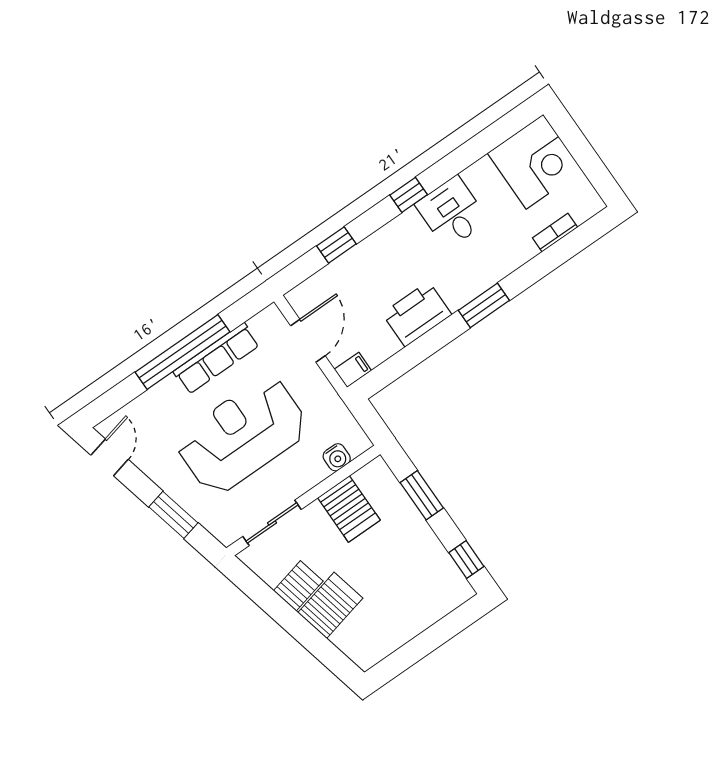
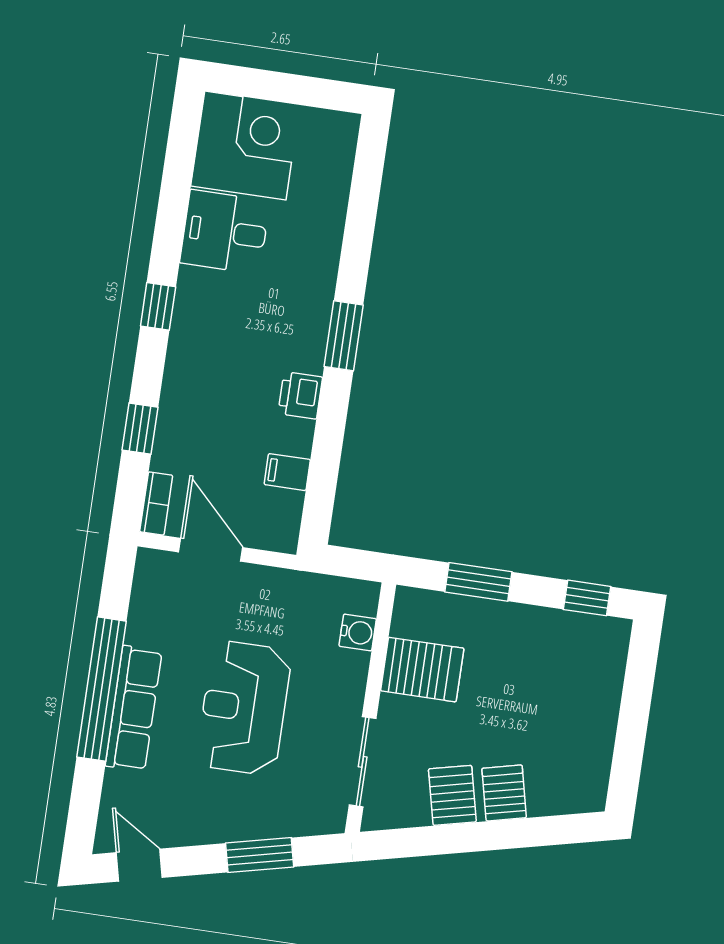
desk: (452, 213) -> (225, 232), moved
bookcase: (555, 233) -> (156, 504), moved, turned 180
printer: (417, 314) -> (300, 395), width x0.53, depth x0.68
row of seats: (216, 358) -> (134, 708), moved
filing cabinet: (353, 370) -> (287, 472), moved, turned -90
reception desk: (242, 435) -> (244, 708), width x0.74, depth x0.77
server rack: (330, 605) -> (504, 793), width x0.73, depth x0.70

